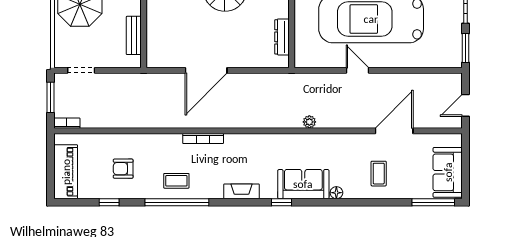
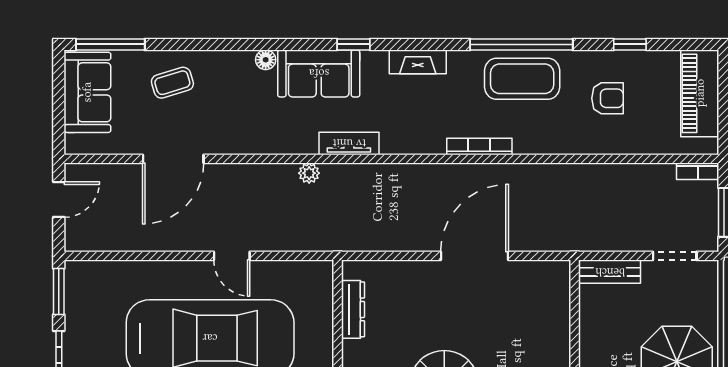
bench: (134, 35) -> (610, 272), moved, turned 90
tv unit: (284, 140) -> (349, 143), added
coffee table: (379, 174) -> (172, 83), moved, turned 73
coffee table: (176, 181) -> (522, 79), width x1.86, depth x1.72

